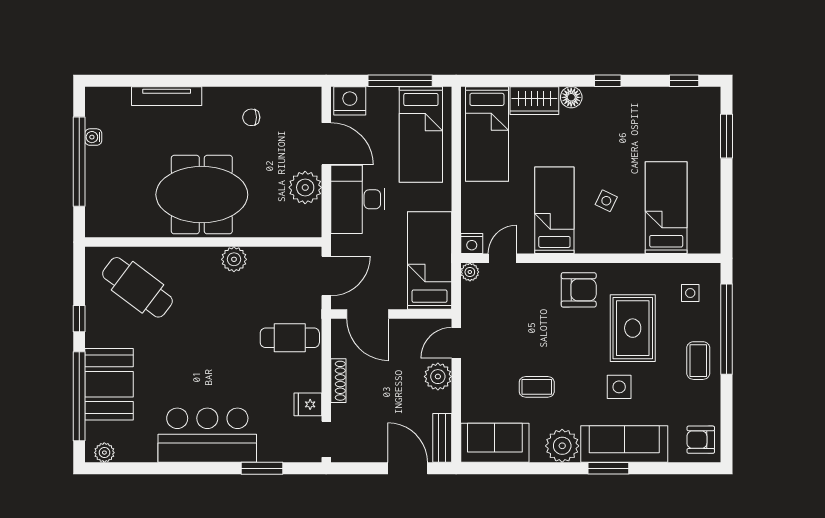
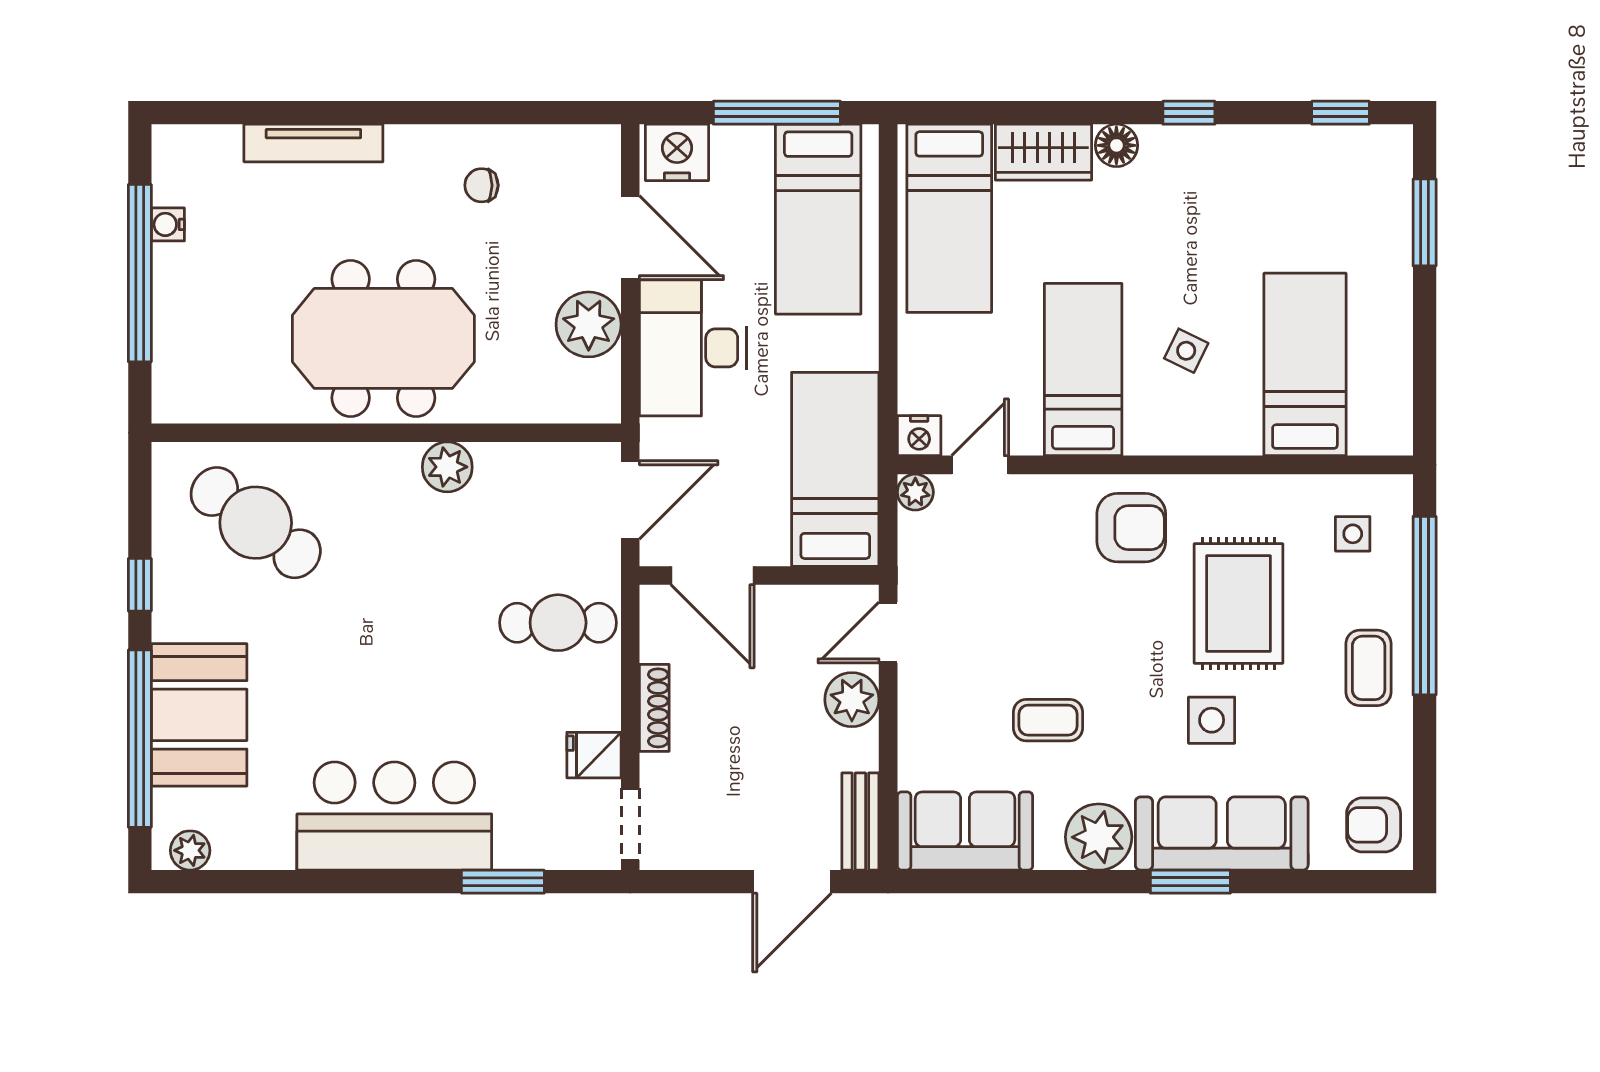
door: (408, 468) -> (792, 882), swing flipped

